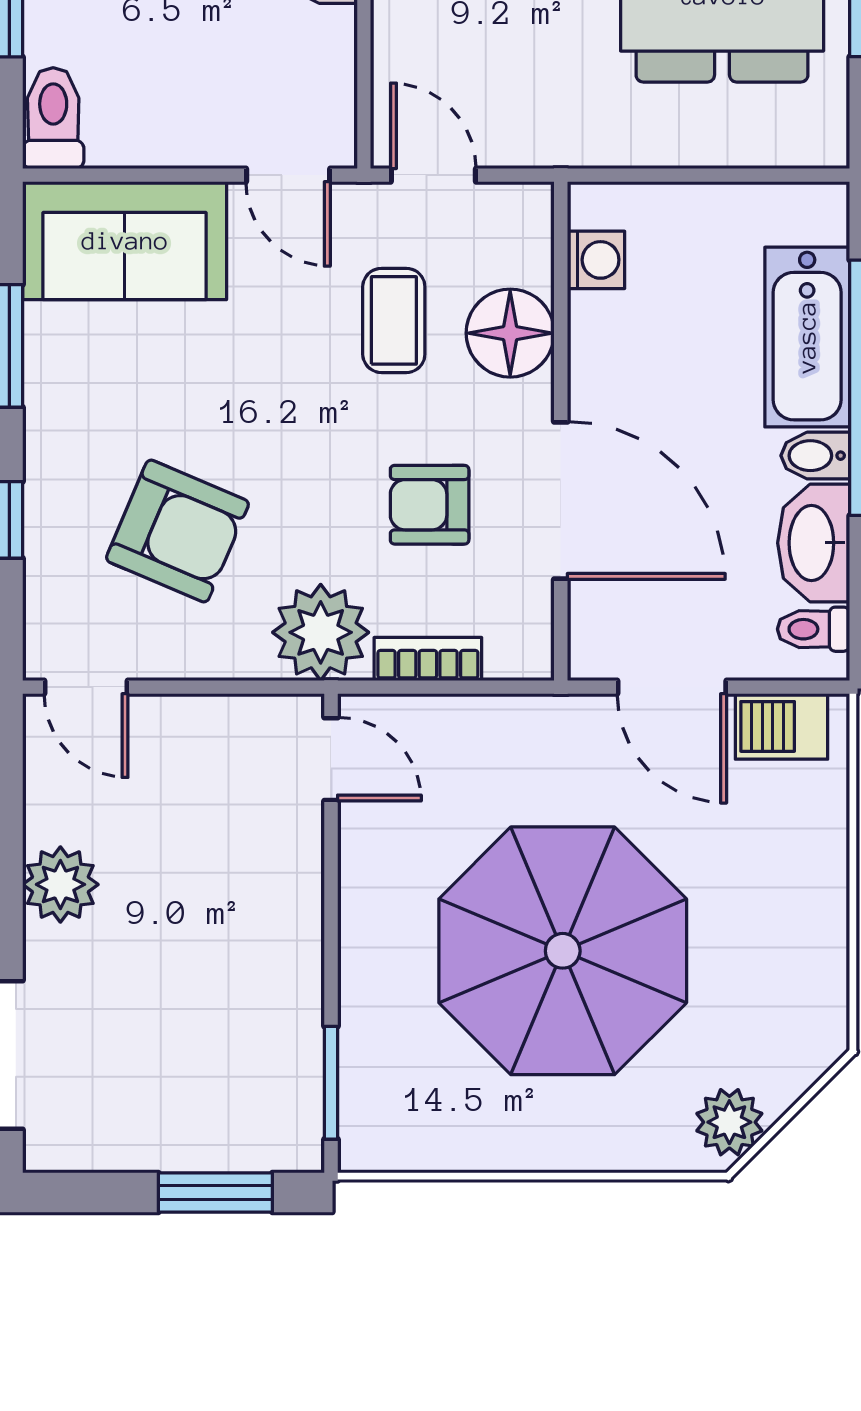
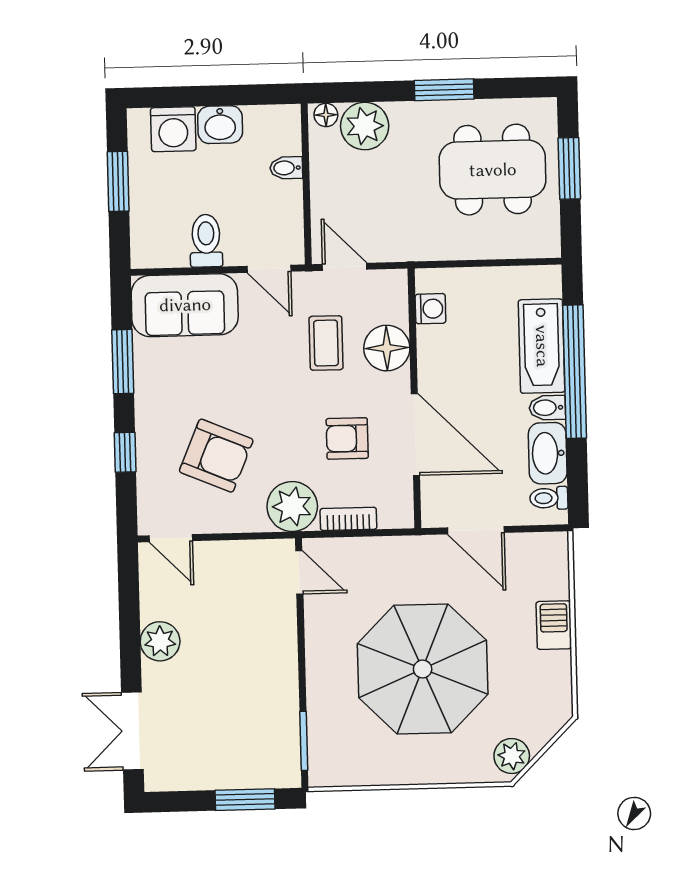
toilet: (53, 118) -> (206, 241), moved
barbecue: (781, 726) -> (554, 625), moved, turned 90

